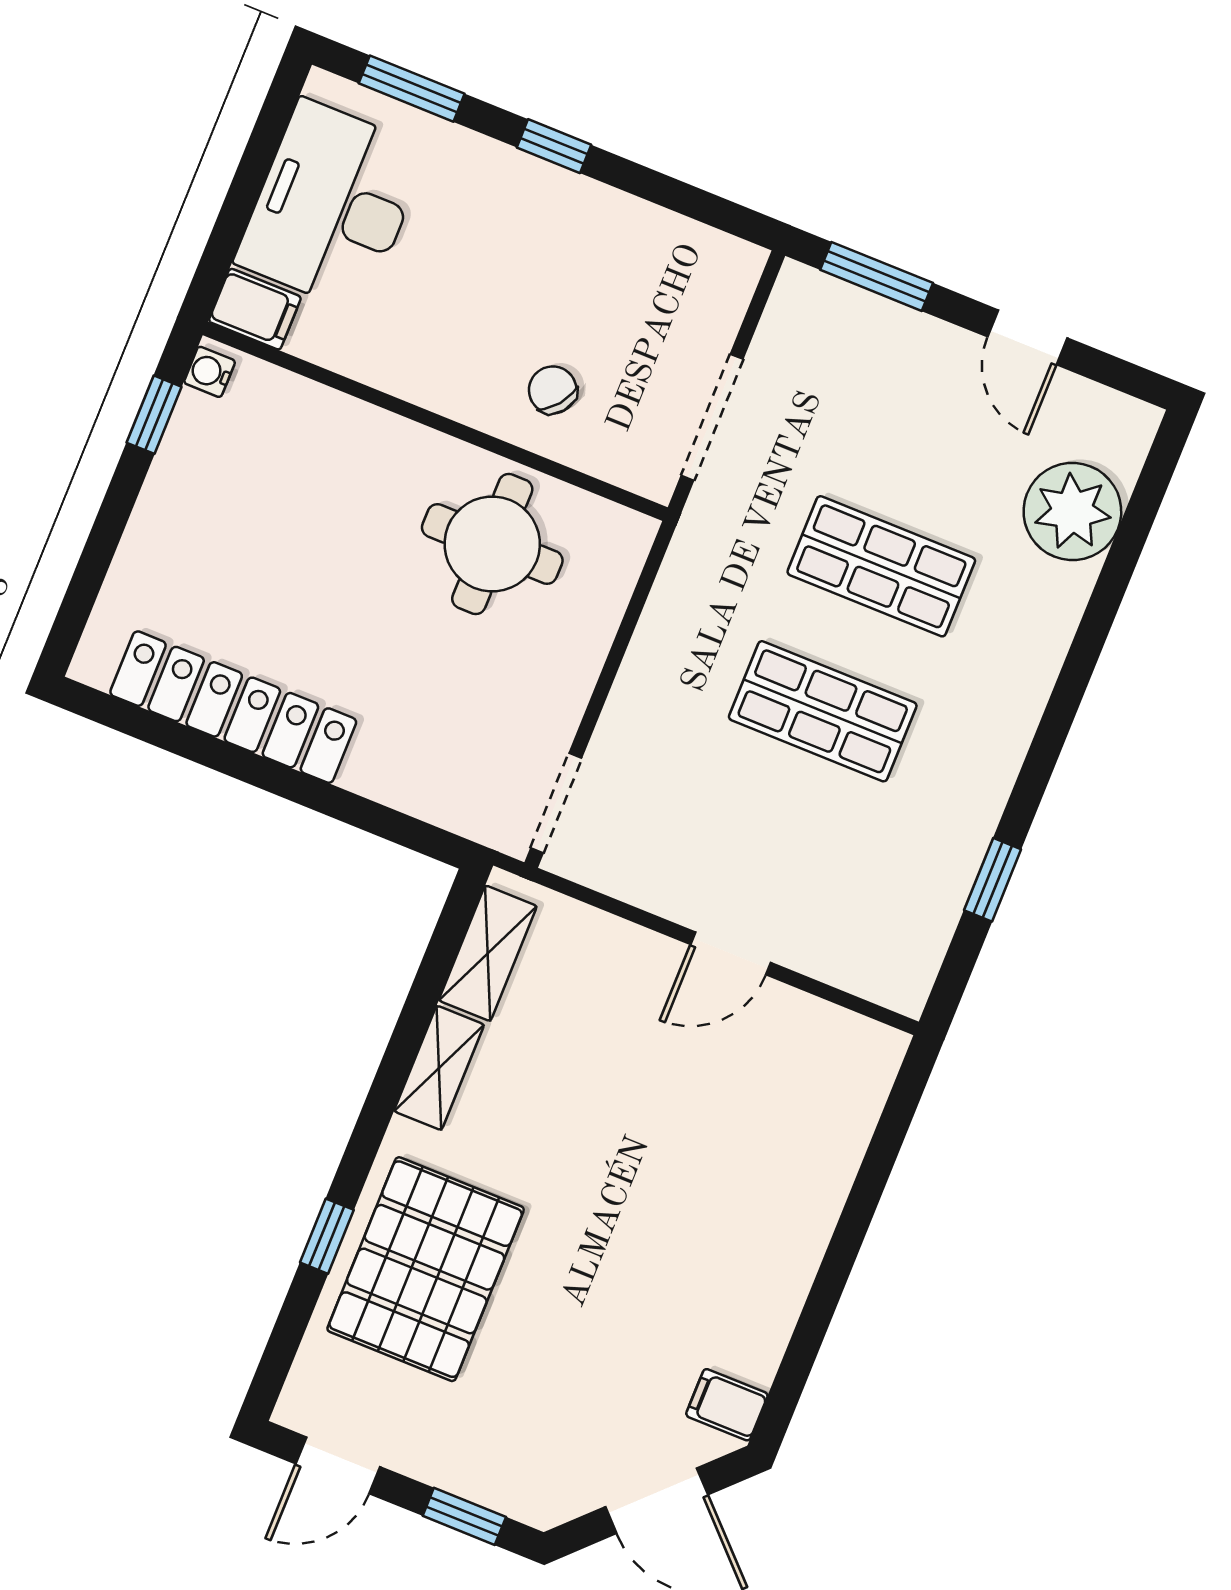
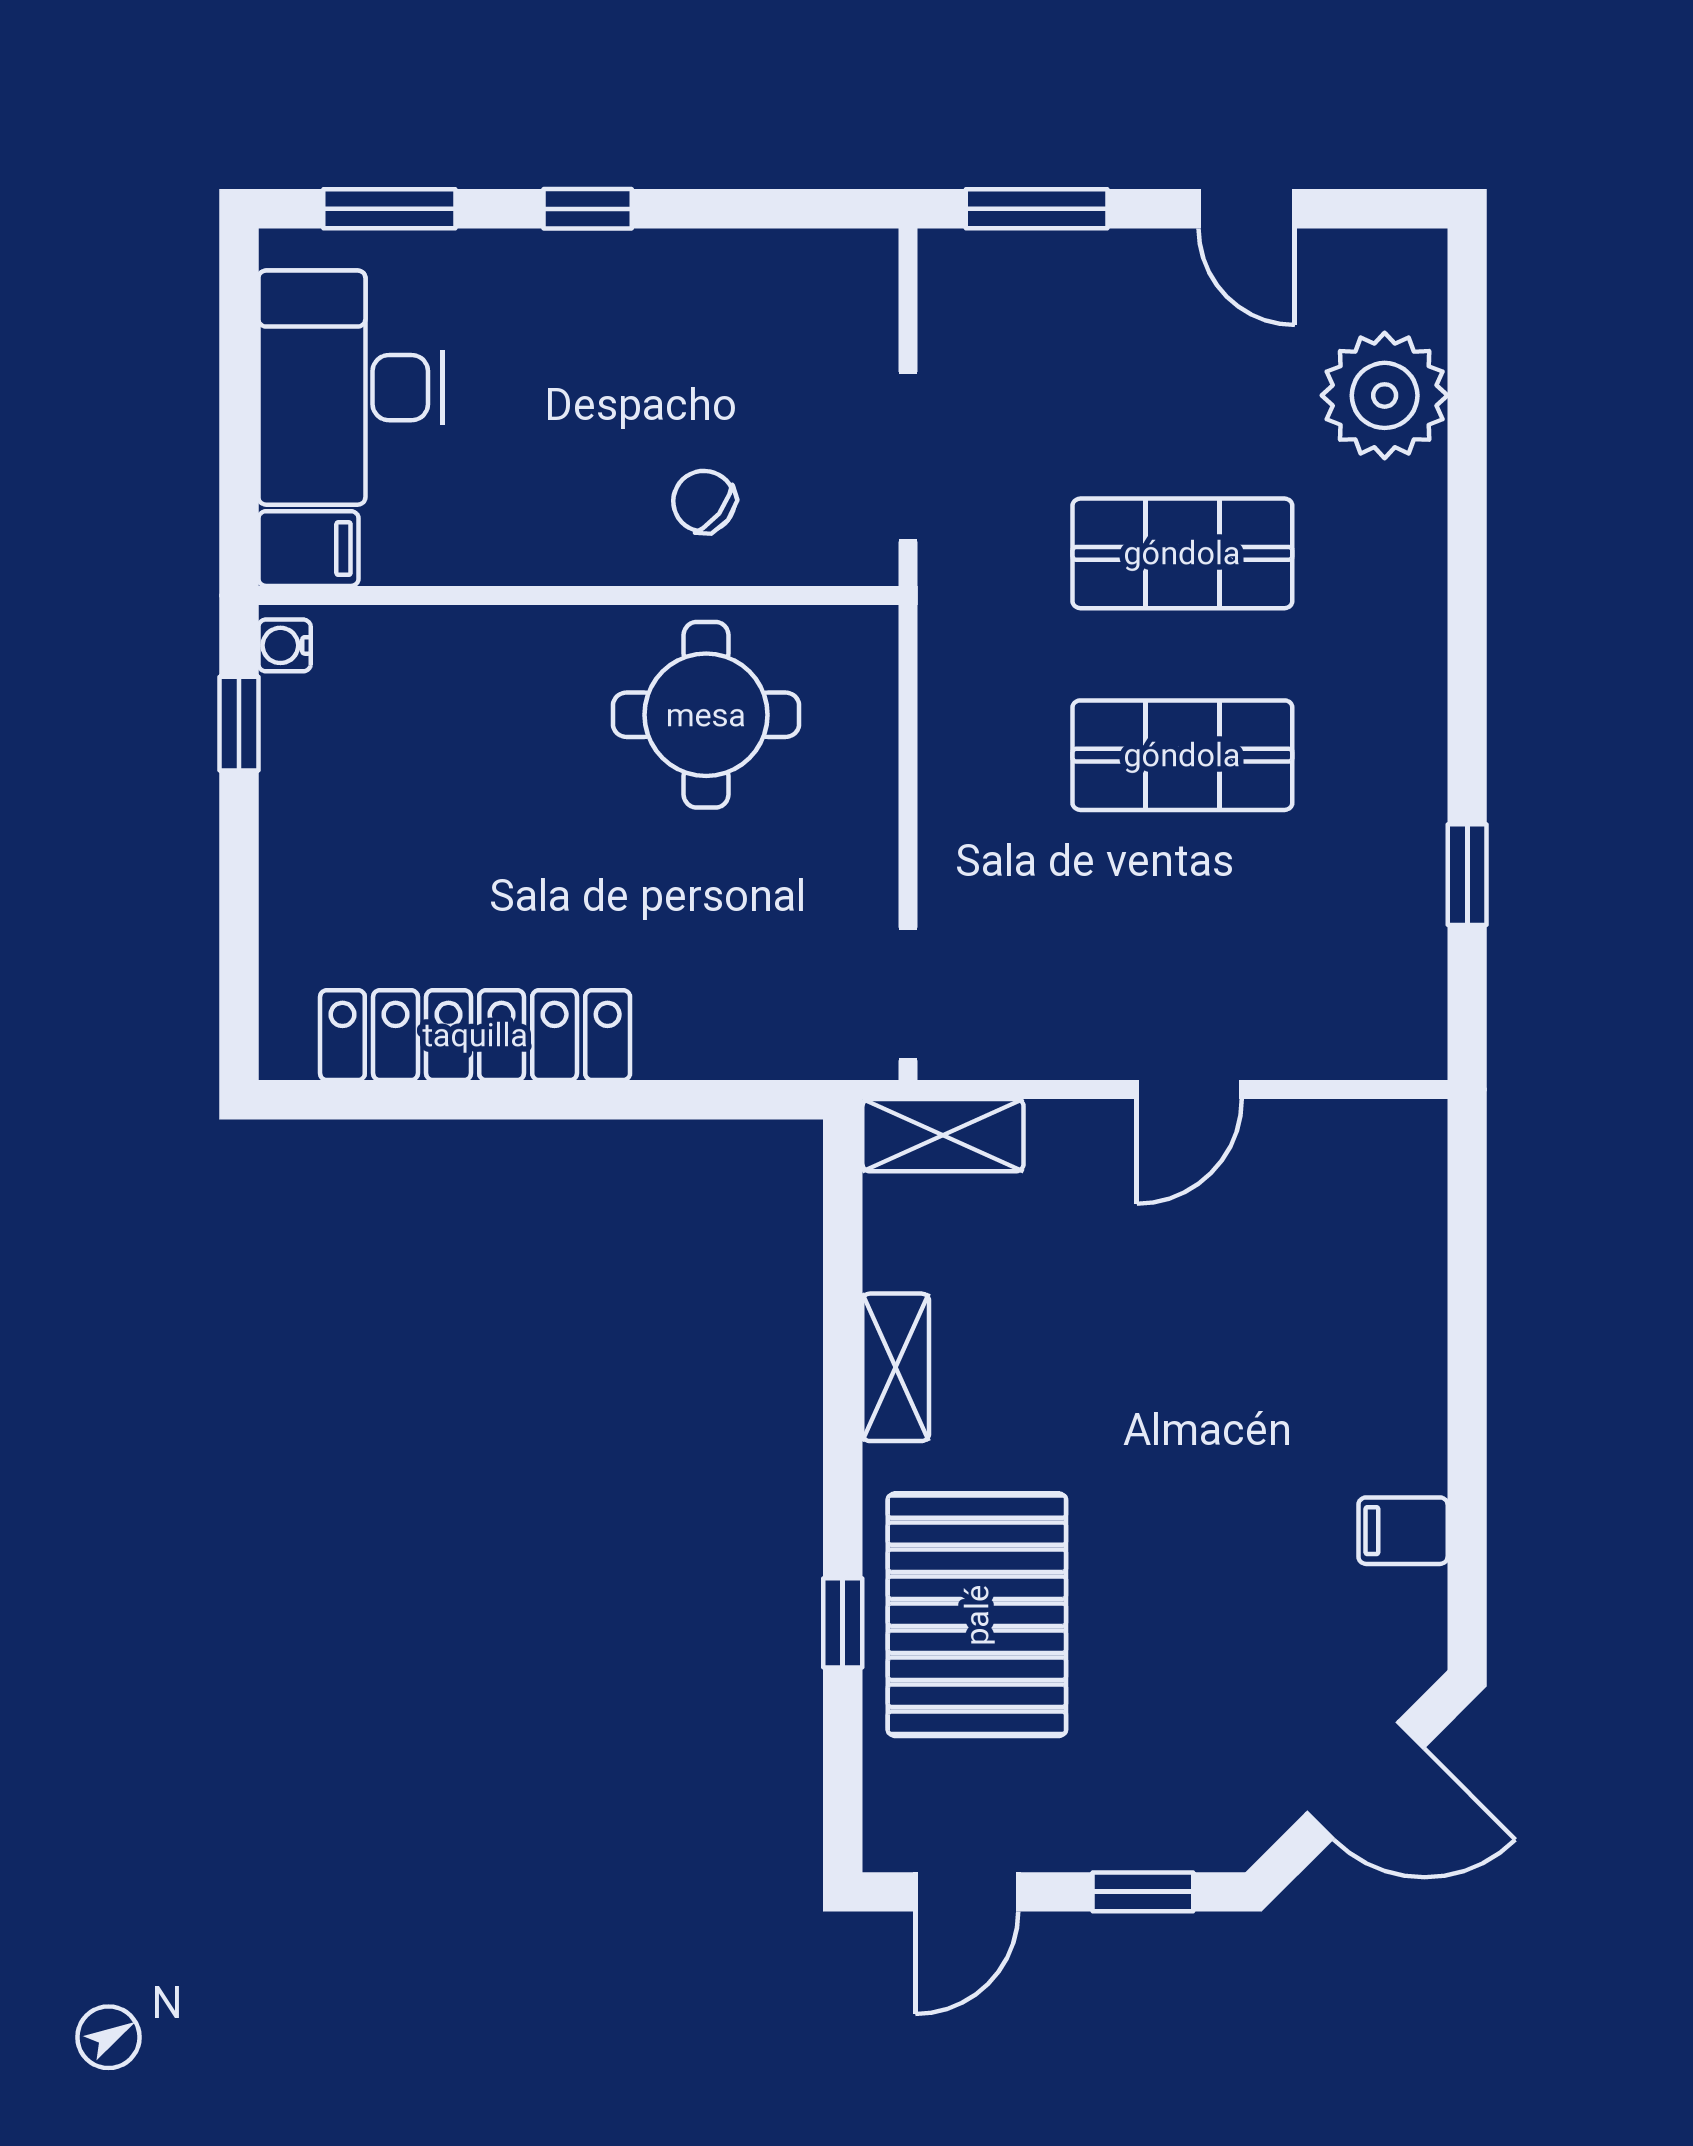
shelving: (488, 953) -> (943, 1135), moved, turned 90
filing cabinet: (727, 1405) -> (1403, 1531), moved

